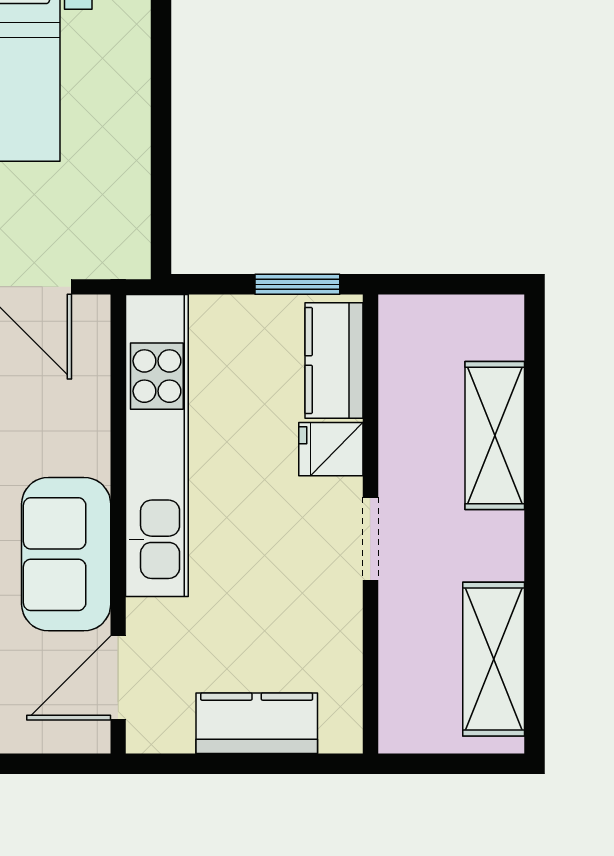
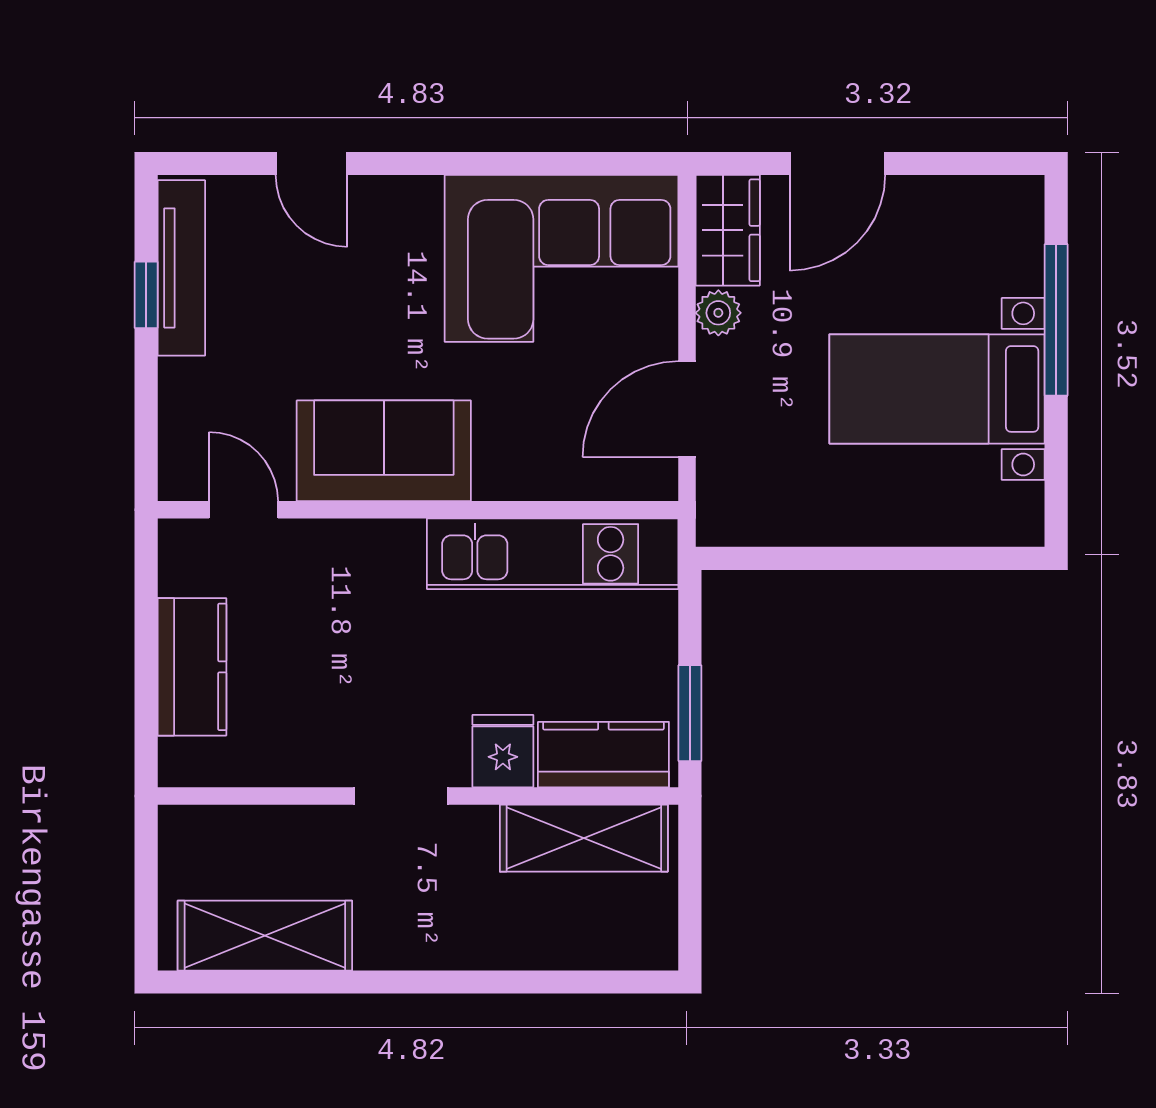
shelving: (495, 436) -> (584, 838), moved
kitchen unit: (157, 446) -> (553, 554), width x0.73
door: (118, 678) -> (243, 510), width x0.73

